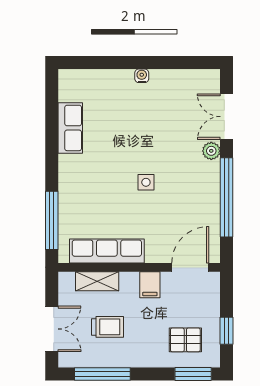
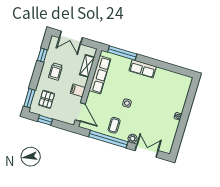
row of seats: (70, 128) -> (143, 69), moved
coffee table: (196, 194) -> (114, 125), added
trolley: (107, 327) -> (56, 72), moved
window: (102, 374) -> (42, 55), width x0.46

